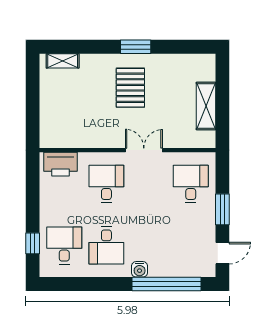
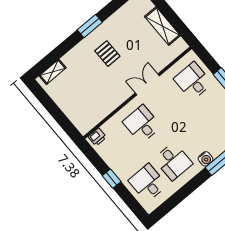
pallet: (130, 88) -> (107, 54), width x0.67, depth x0.71
printer: (61, 164) -> (97, 137), width x0.53, depth x0.68
window: (33, 243) -> (112, 179), moved

